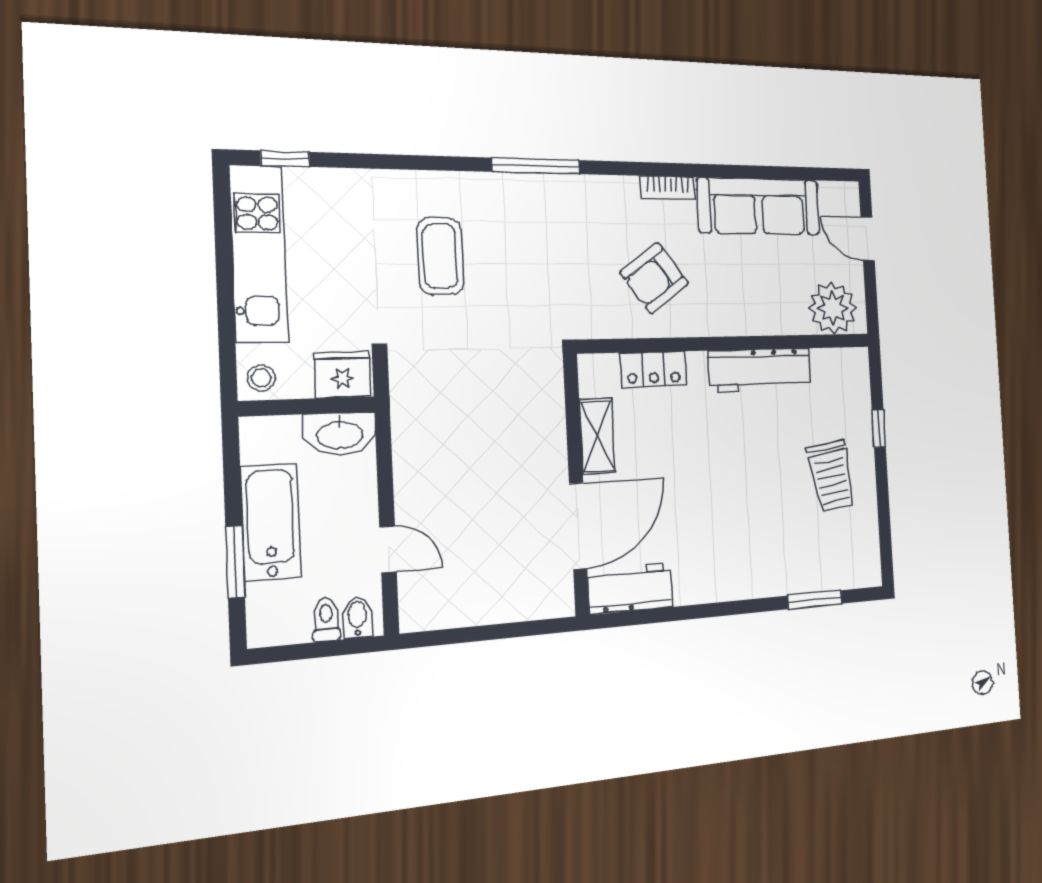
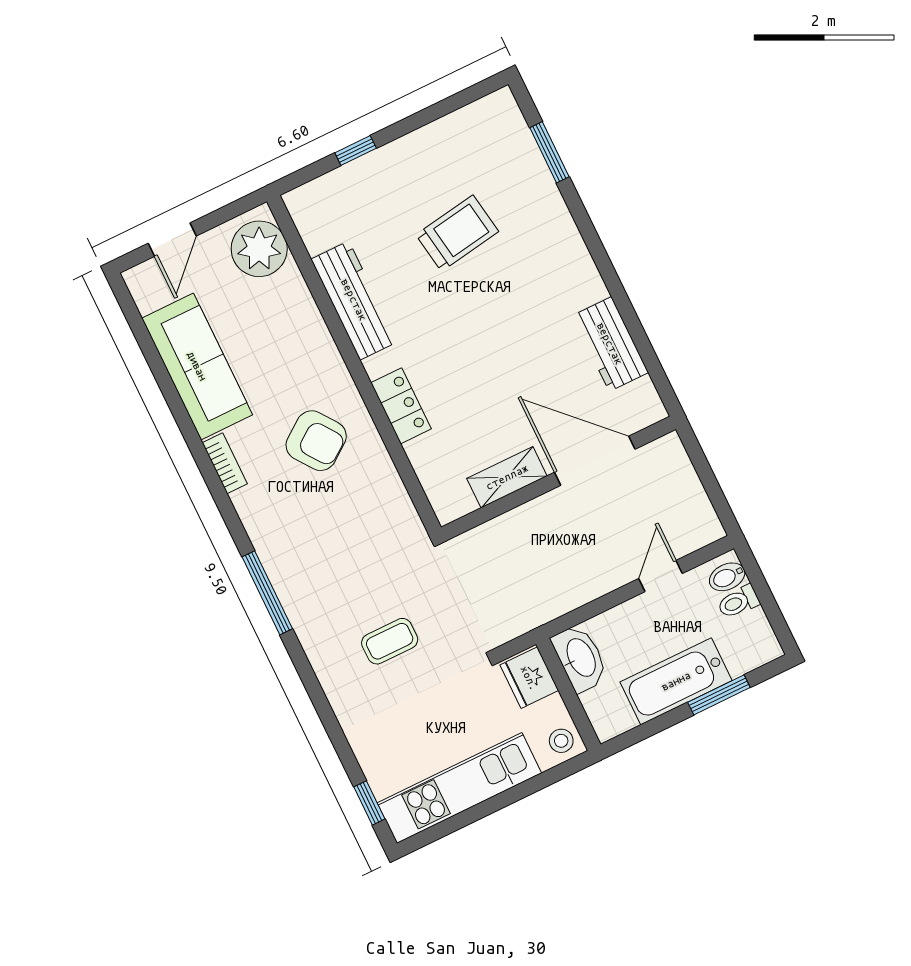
coffee table: (440, 256) -> (390, 641), width x0.73, depth x0.77
shelving: (597, 436) -> (507, 477), moved
trolley: (832, 476) -> (457, 233), moved
wall: (576, 484) -> (559, 478), moved
door: (578, 526) -> (595, 461), moved

